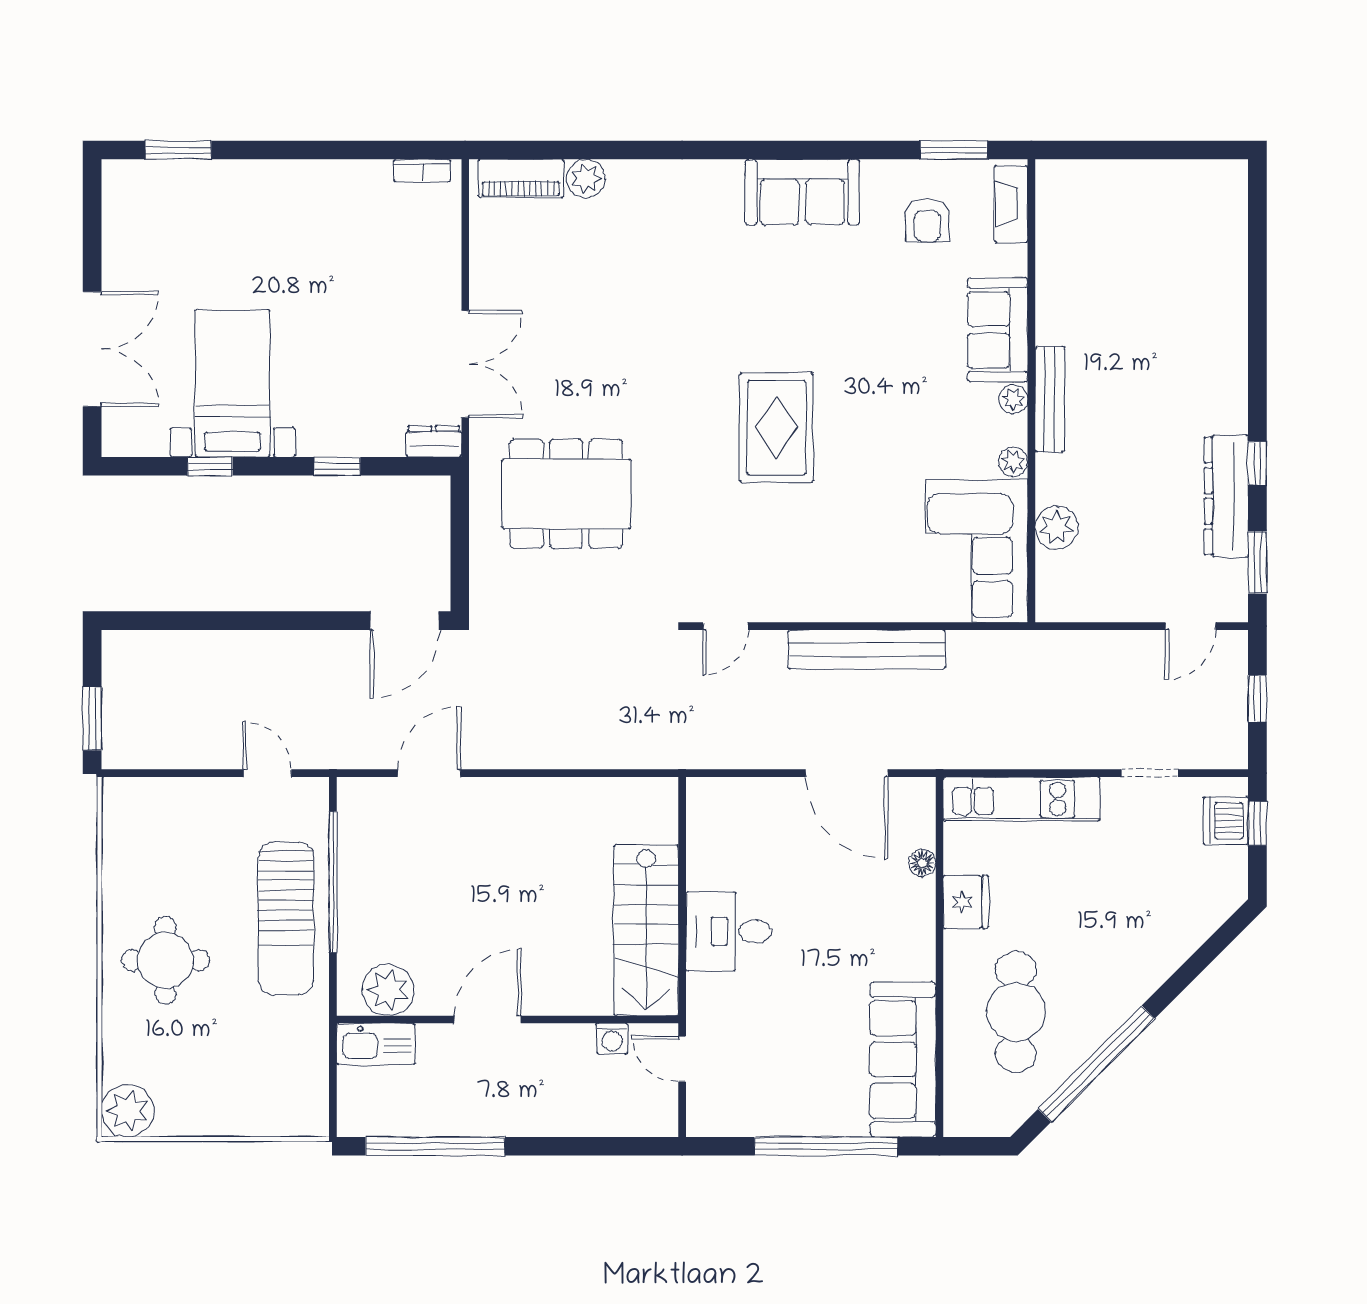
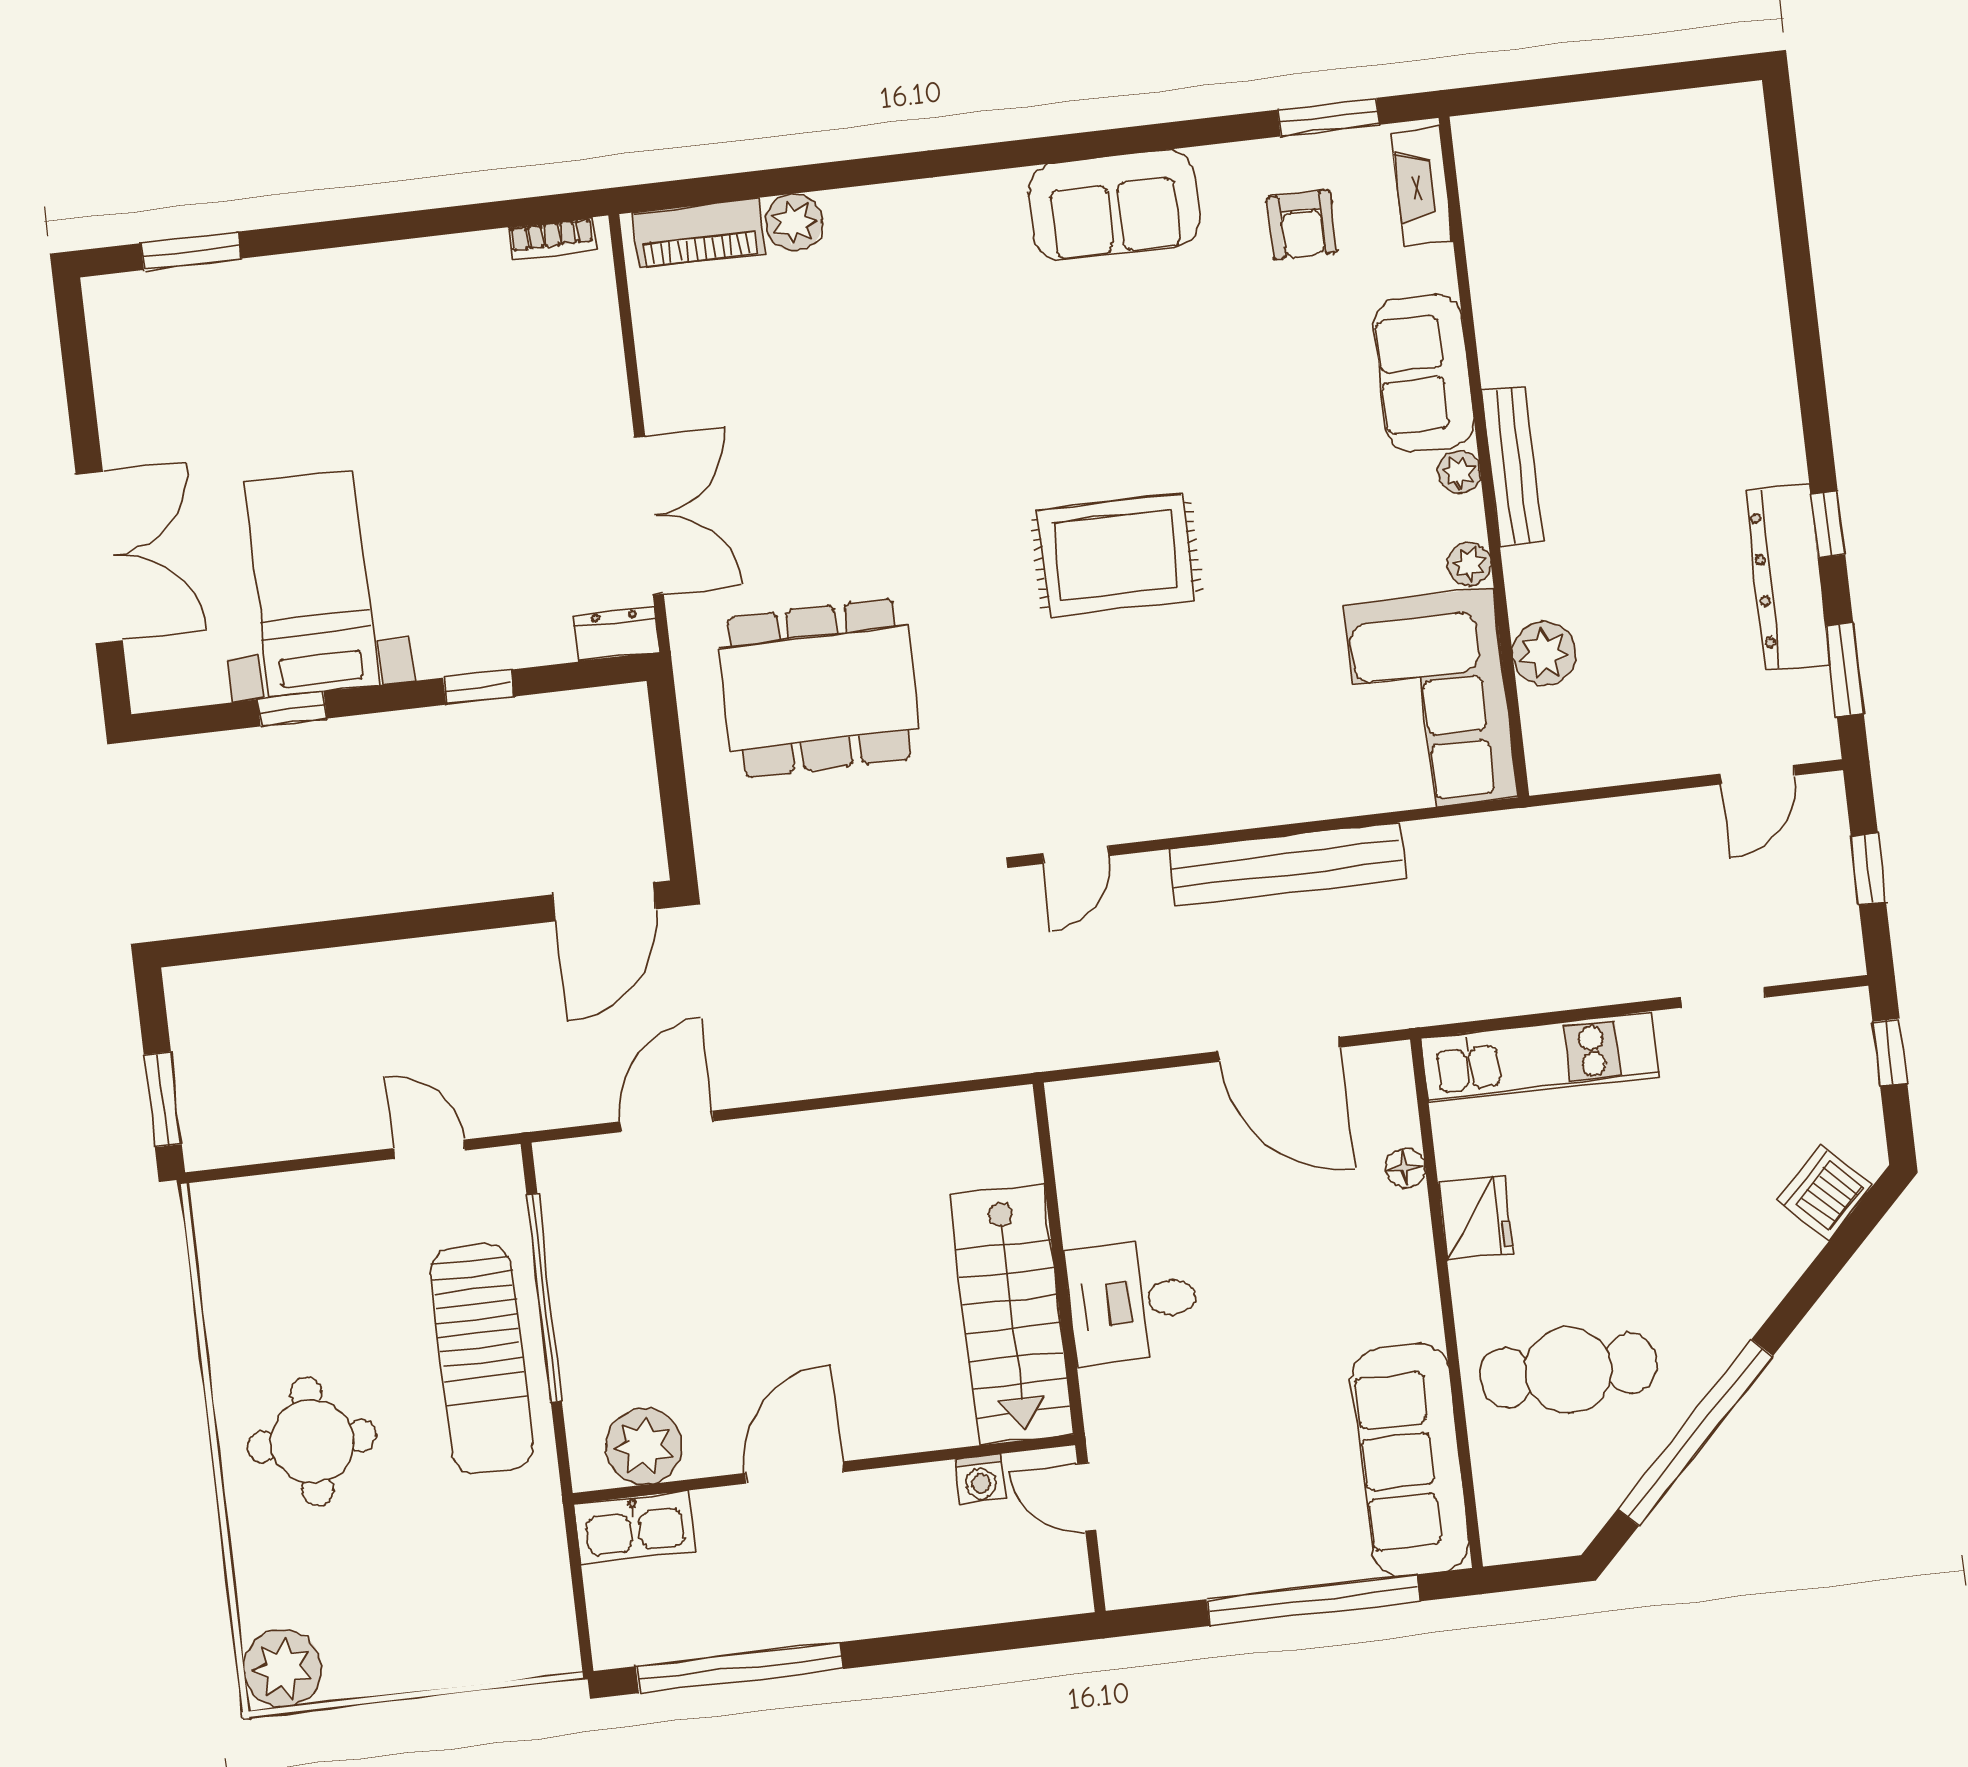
rug: (776, 428) -> (1116, 555), turned 90
dishwasher: (1226, 821) -> (1825, 1192), moved, turned 45
cafe table: (1016, 1012) -> (1568, 1370), turned 90

